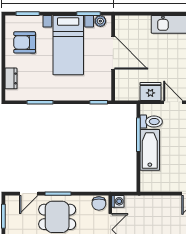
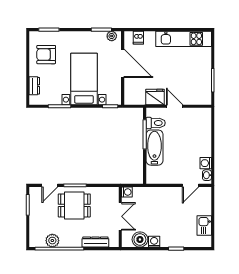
dishwasher: (131, 23) -> (138, 38), added
bed with nightstands: (68, 45) -> (84, 79), moved, turned 180
chair: (99, 203) -> (110, 194), removed

